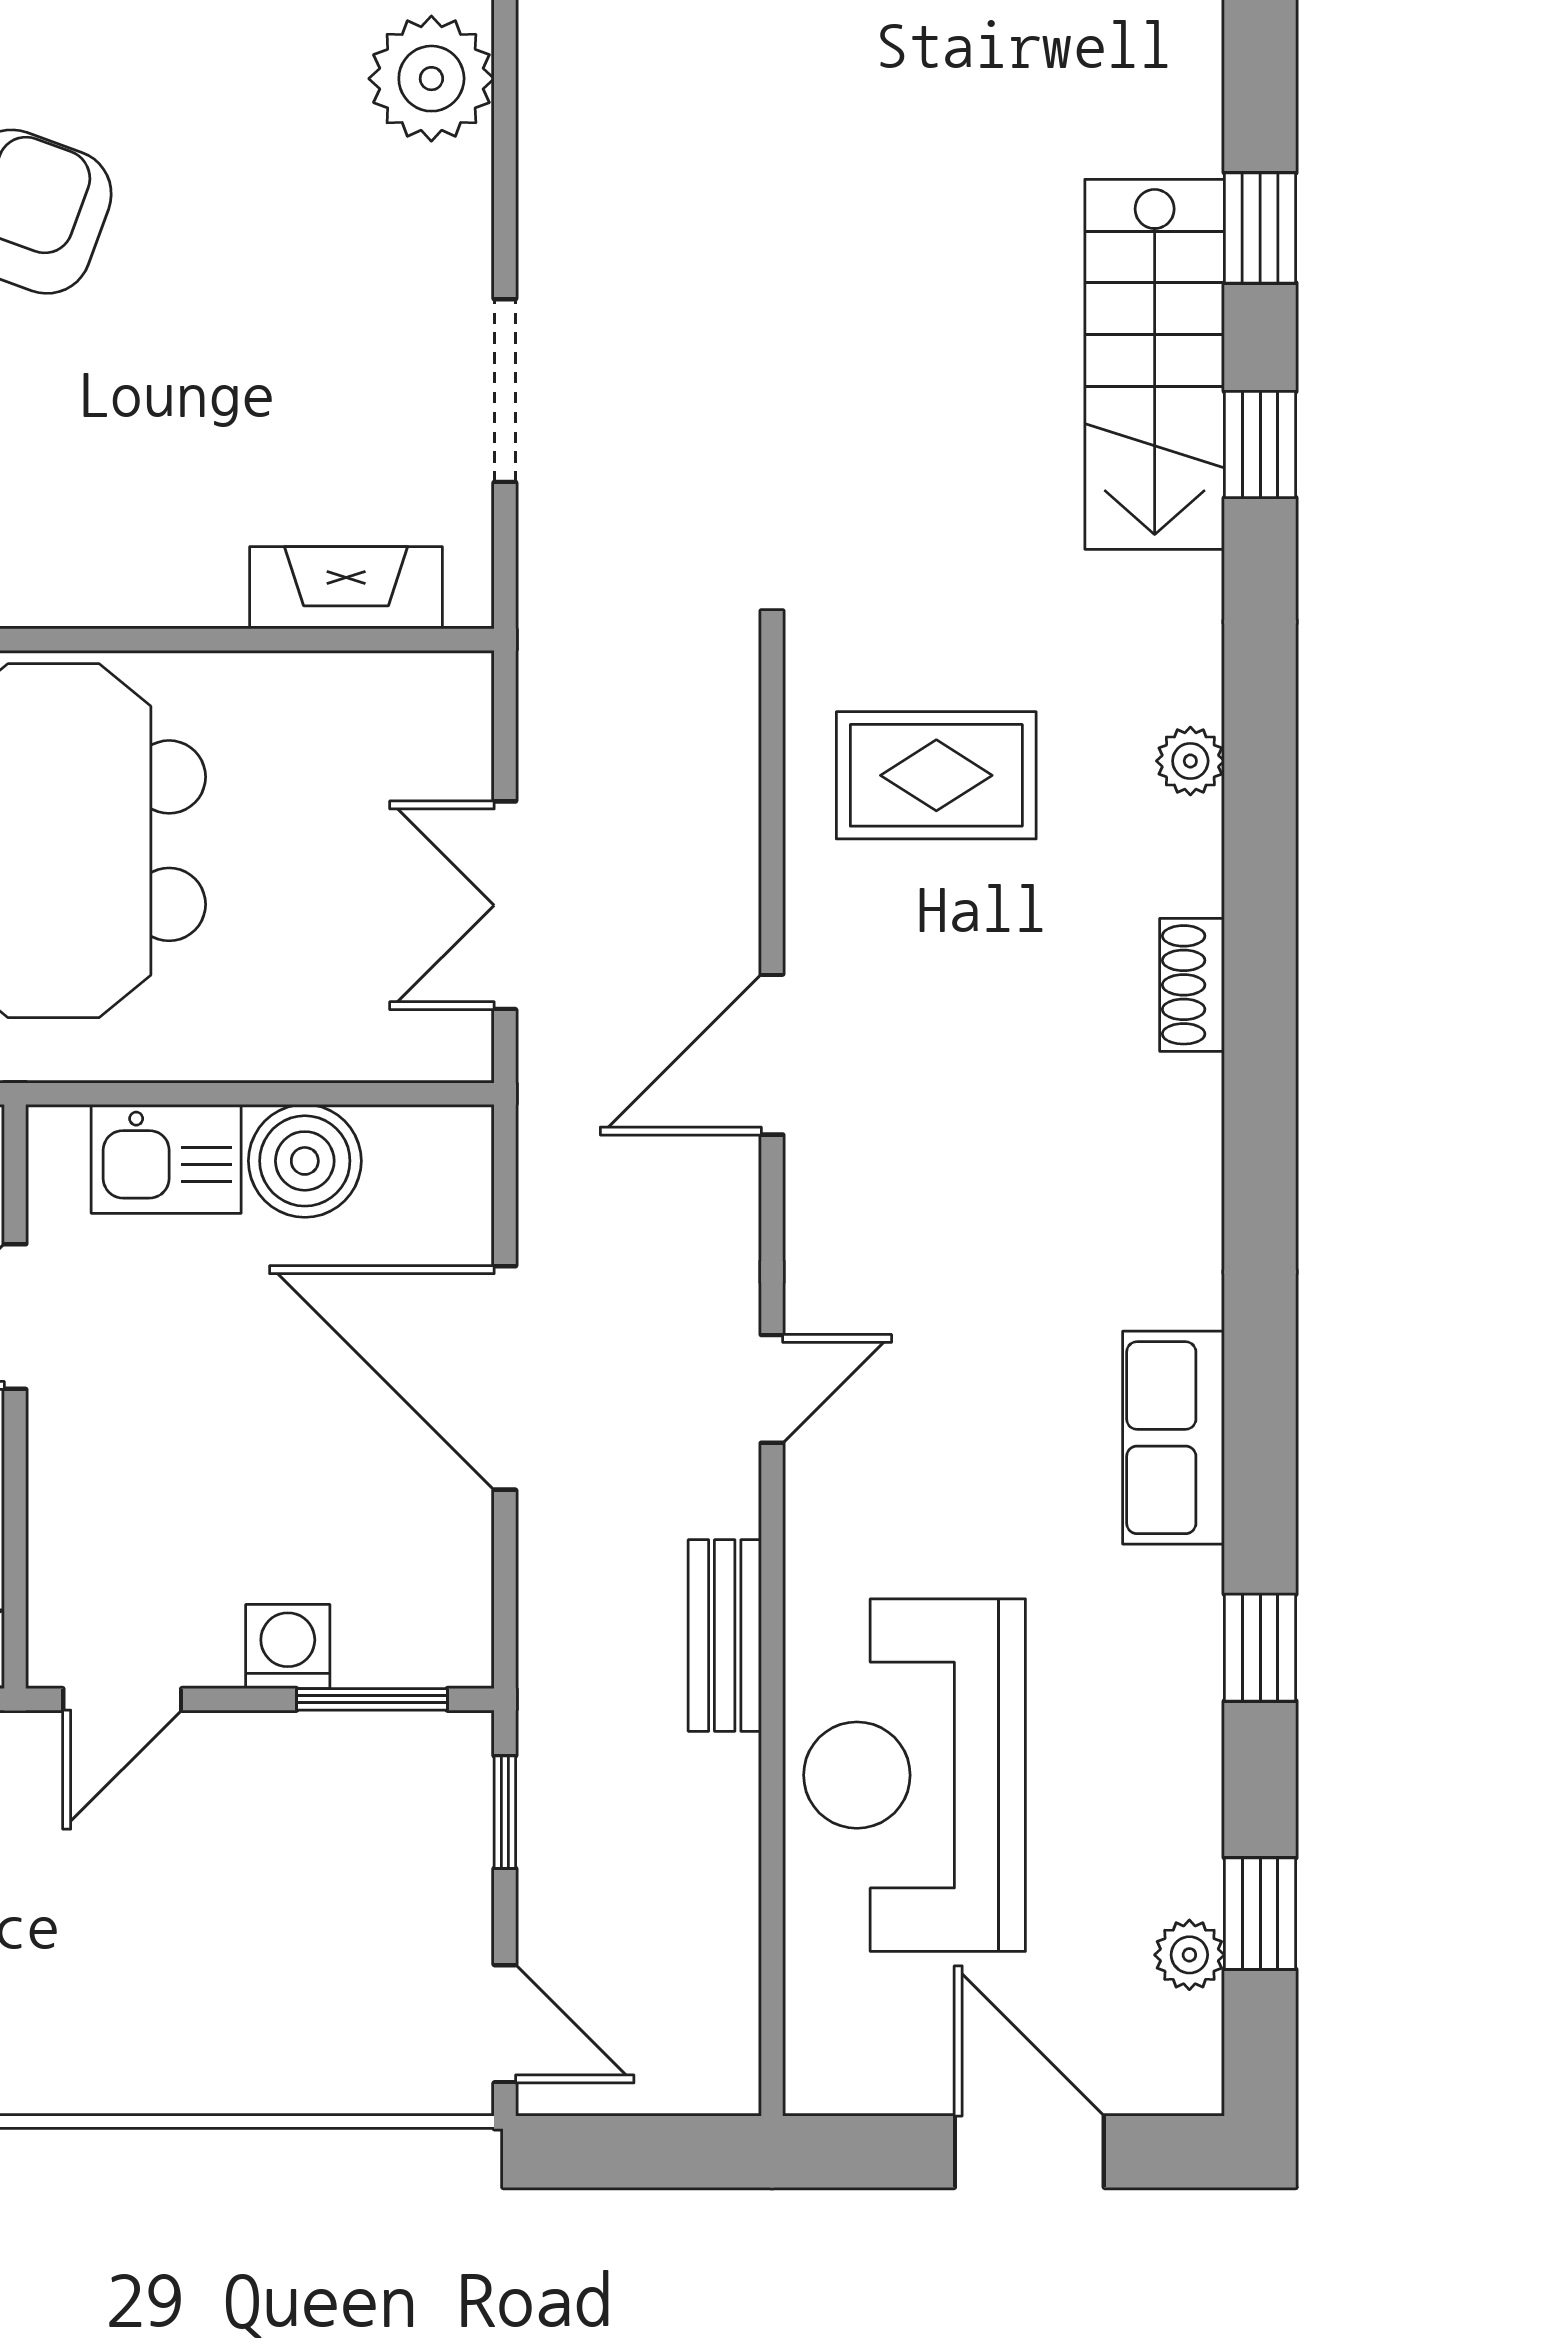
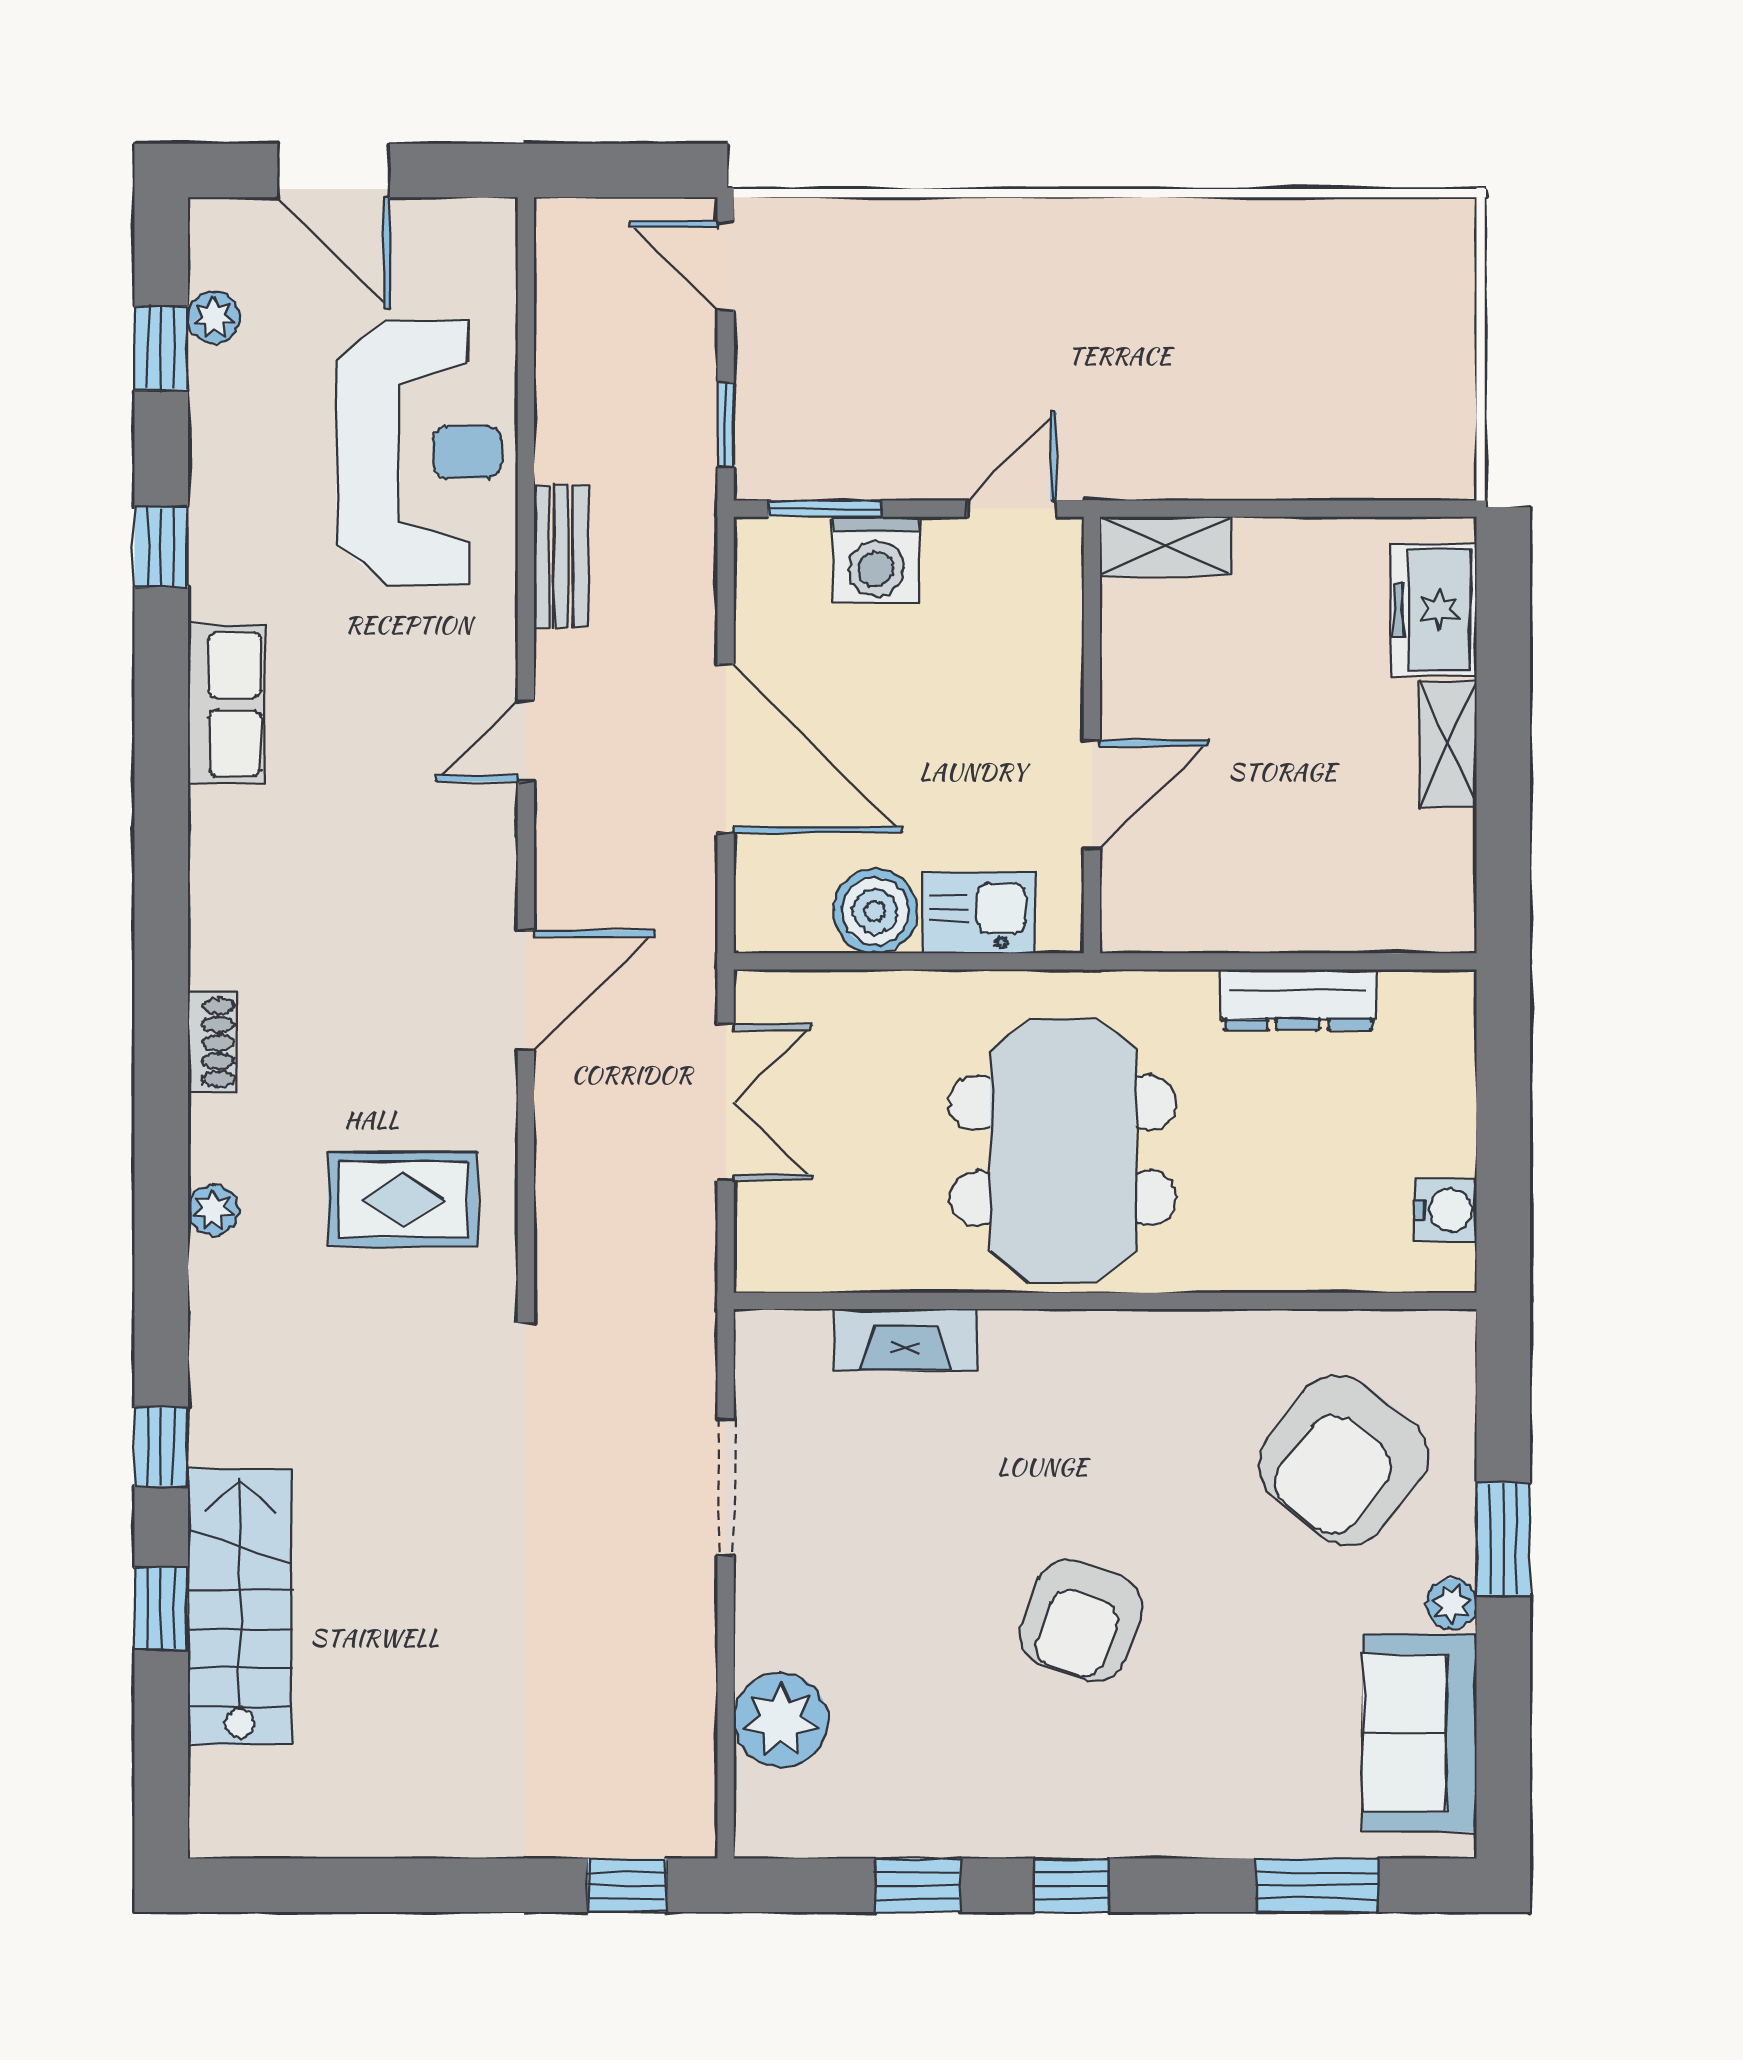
stairs: (1155, 364) -> (240, 1607), moved
fireplace: (346, 588) -> (905, 1340), moved
washing machine: (288, 1647) -> (876, 560), width x1.38, depth x1.38

